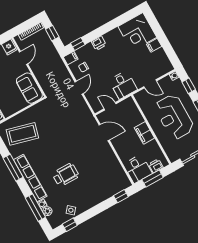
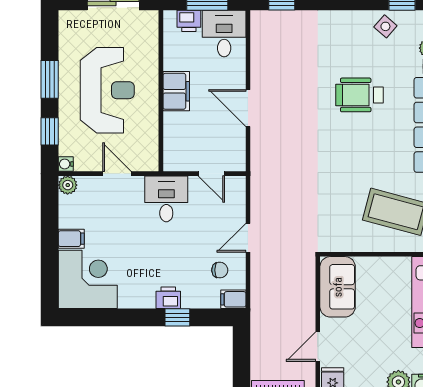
window: (52, 33) -> (242, 362), removed
window: (78, 44) -> (177, 317), moved
plant: (168, 67) -> (68, 185), added
door: (104, 133) -> (248, 108), moved

